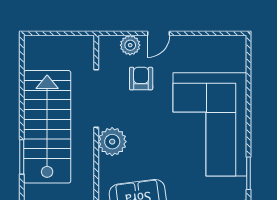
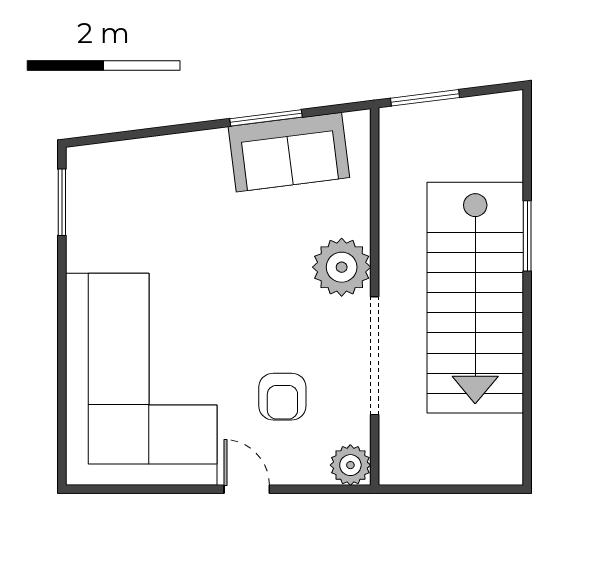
door: (158, 33) -> (247, 489), hinge flipped
plant: (130, 45) -> (350, 465), moved
corner sofa: (210, 124) -> (141, 379), moved

